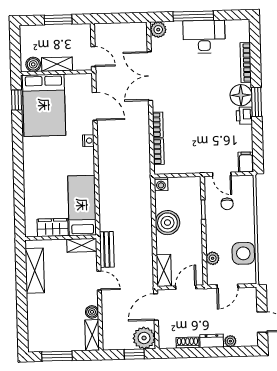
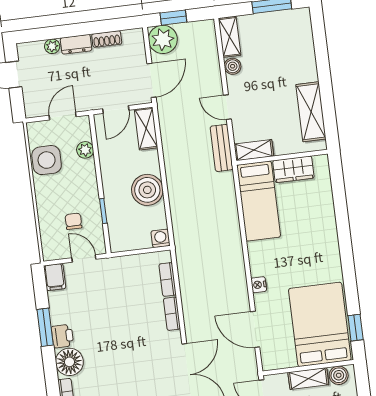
window: (256, 102) -> (45, 327), moved

